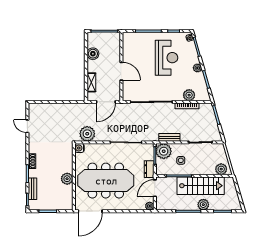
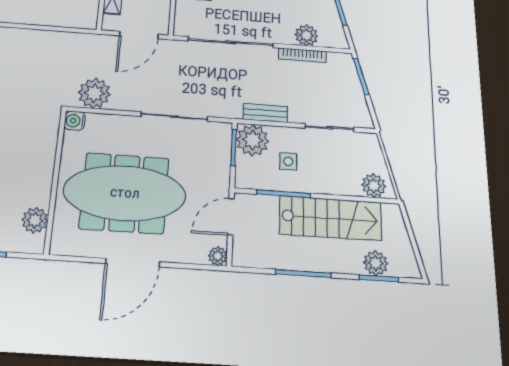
dresser: (149, 169) -> (220, 175), removed
plant: (67, 179) -> (35, 220), moved
plant: (203, 205) -> (376, 263), moved
door: (90, 211) -> (132, 263), moved

